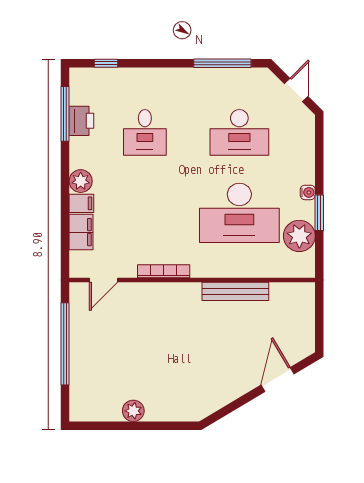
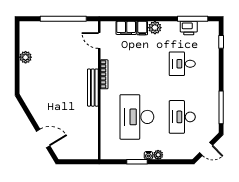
plant: (299, 236) -> (158, 155), moved, width x0.53, depth x0.53
bench: (235, 291) -> (93, 88), moved

